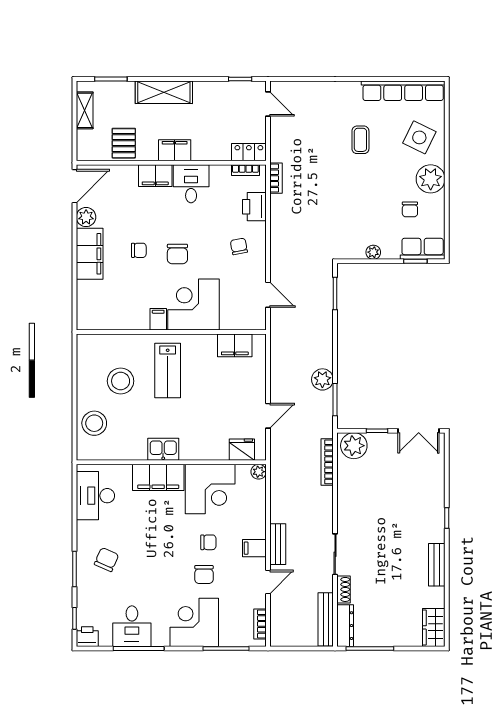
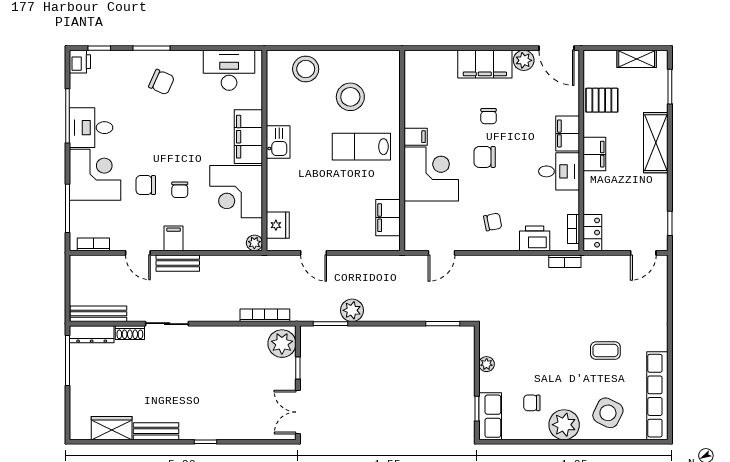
desk: (132, 626) -> (91, 128), moved
wardrobe: (434, 627) -> (112, 428), moved

